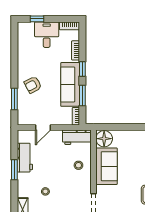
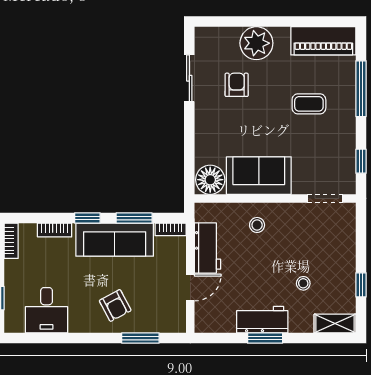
desk: (47, 35) -> (47, 310), moved, turned -90
door: (43, 127) -> (190, 288), hinge flipped
workbench: (77, 137) -> (207, 248), moved
workbench: (25, 158) -> (262, 320), moved

